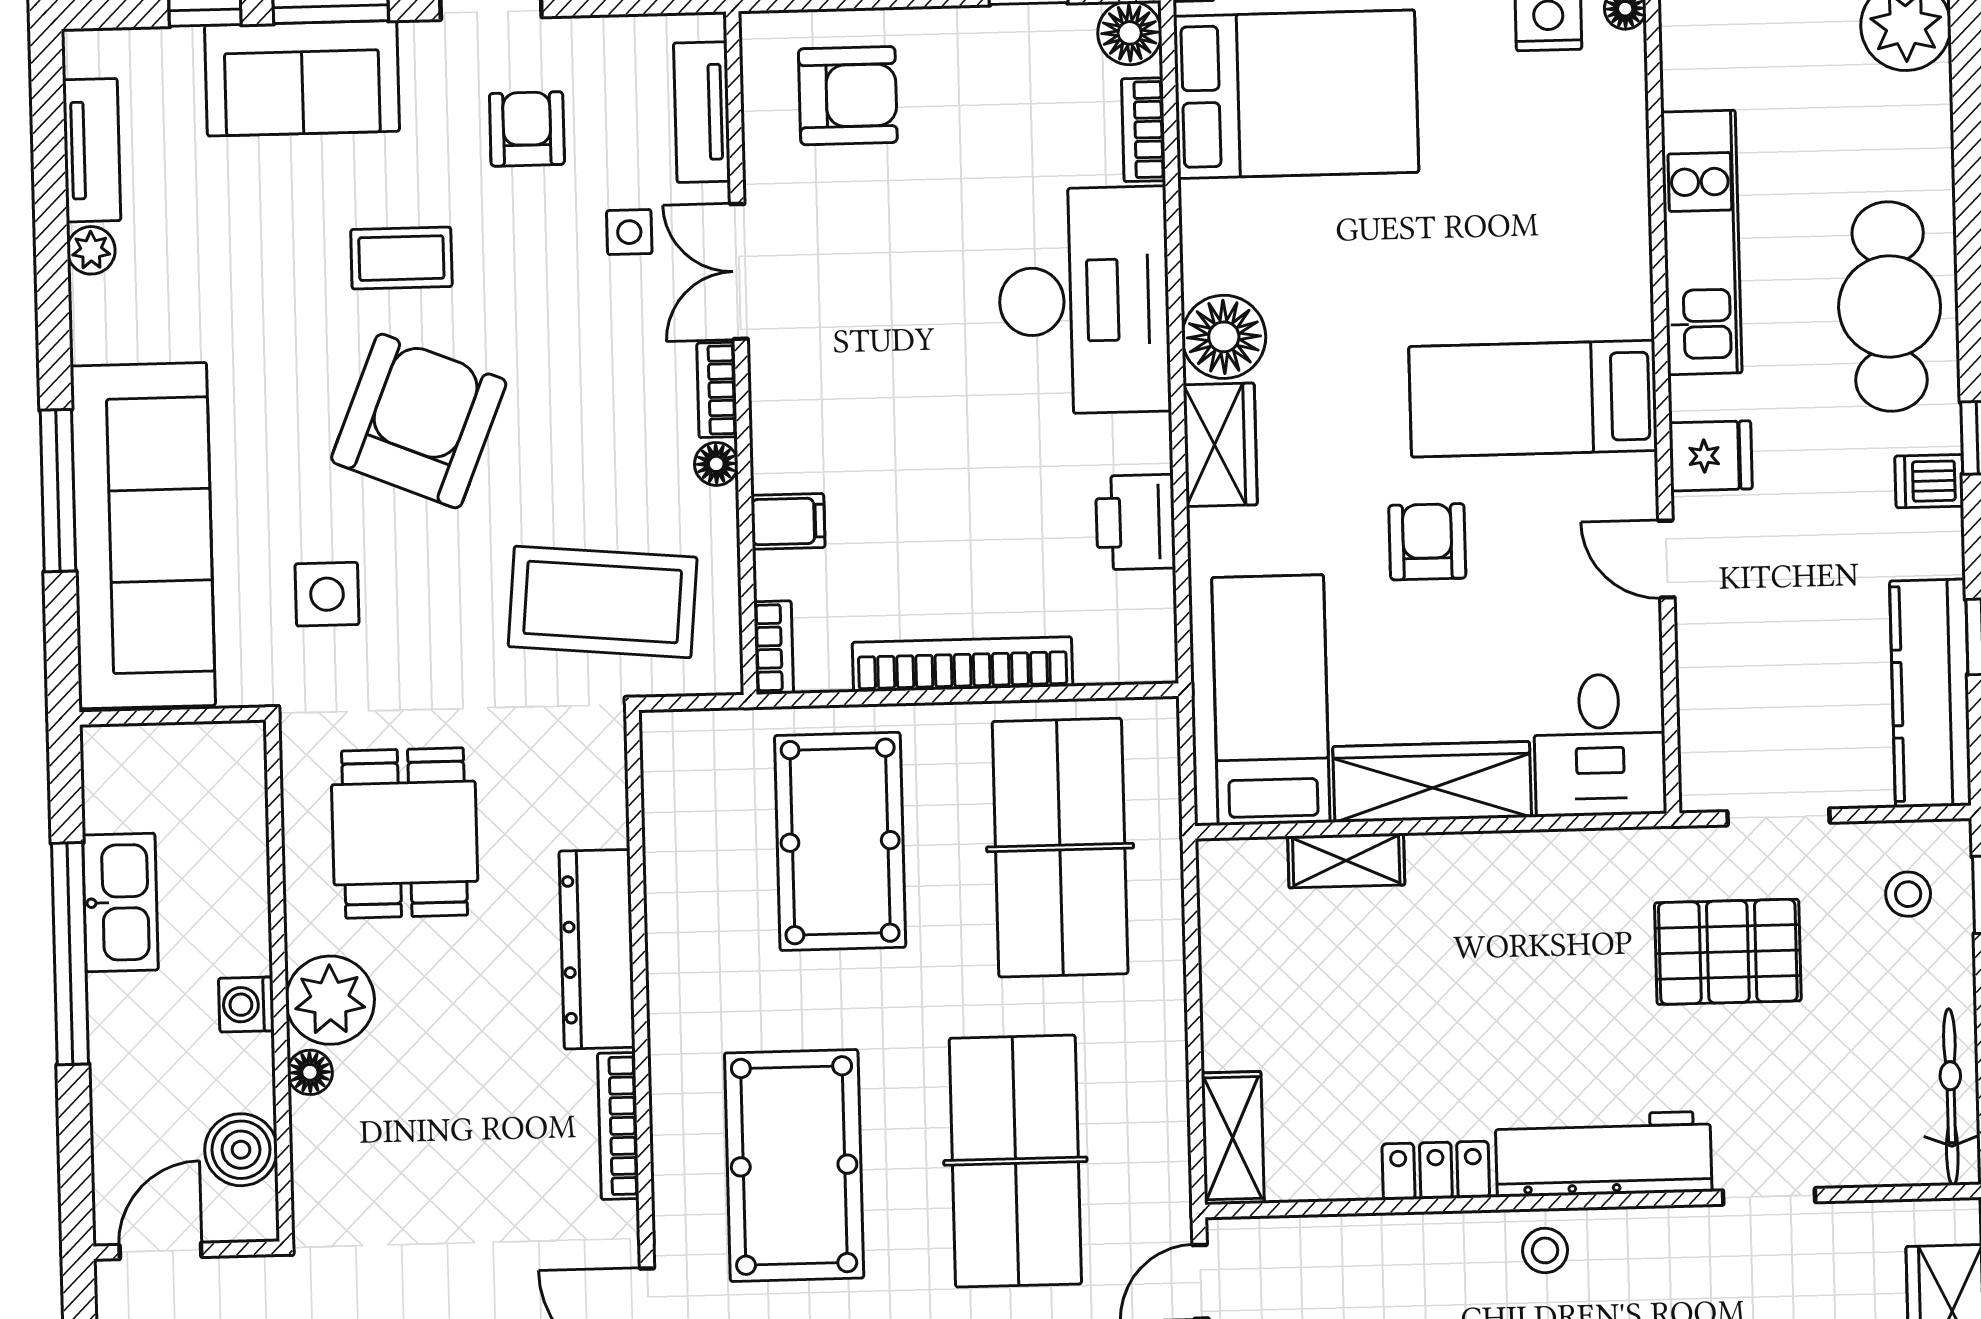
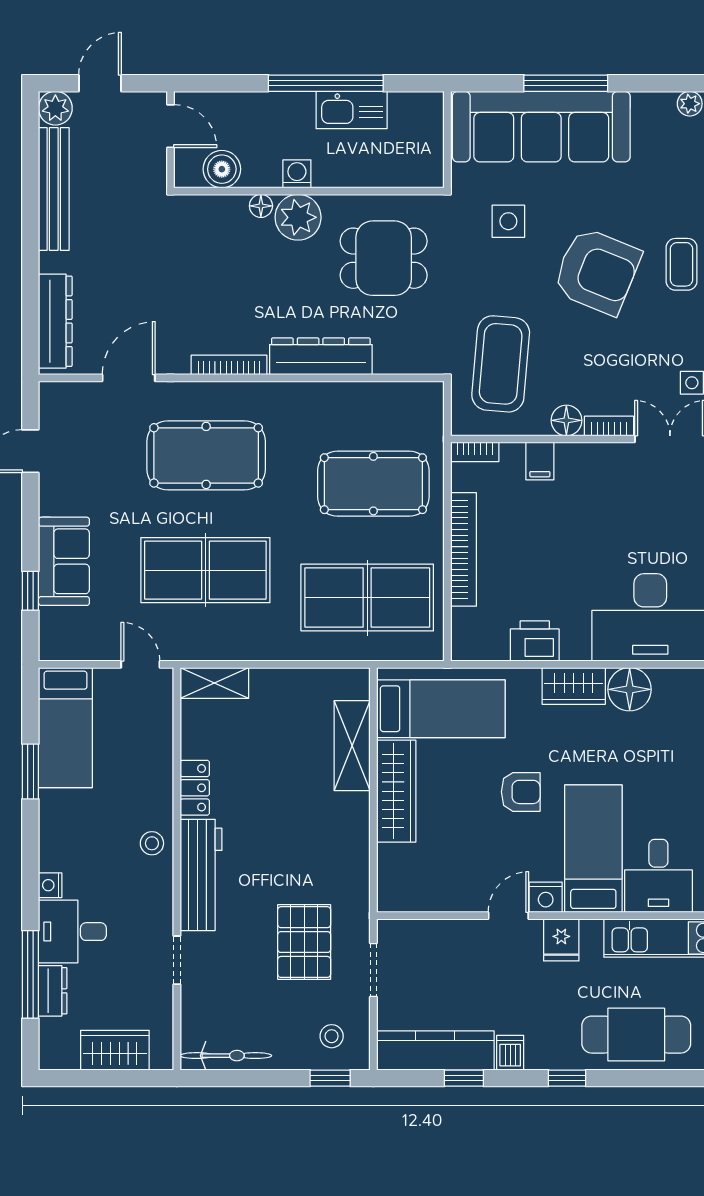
floor lamp: (716, 464) -> (566, 420), width x1.37, depth x1.37
dishwasher: (1929, 481) -> (510, 1053), moved
nightstand: (1629, 488) -> (546, 897), added
desk: (1600, 745) -> (658, 876), moved, turned -90
shelving: (1346, 860) -> (352, 746), width x1.50, depth x1.33

